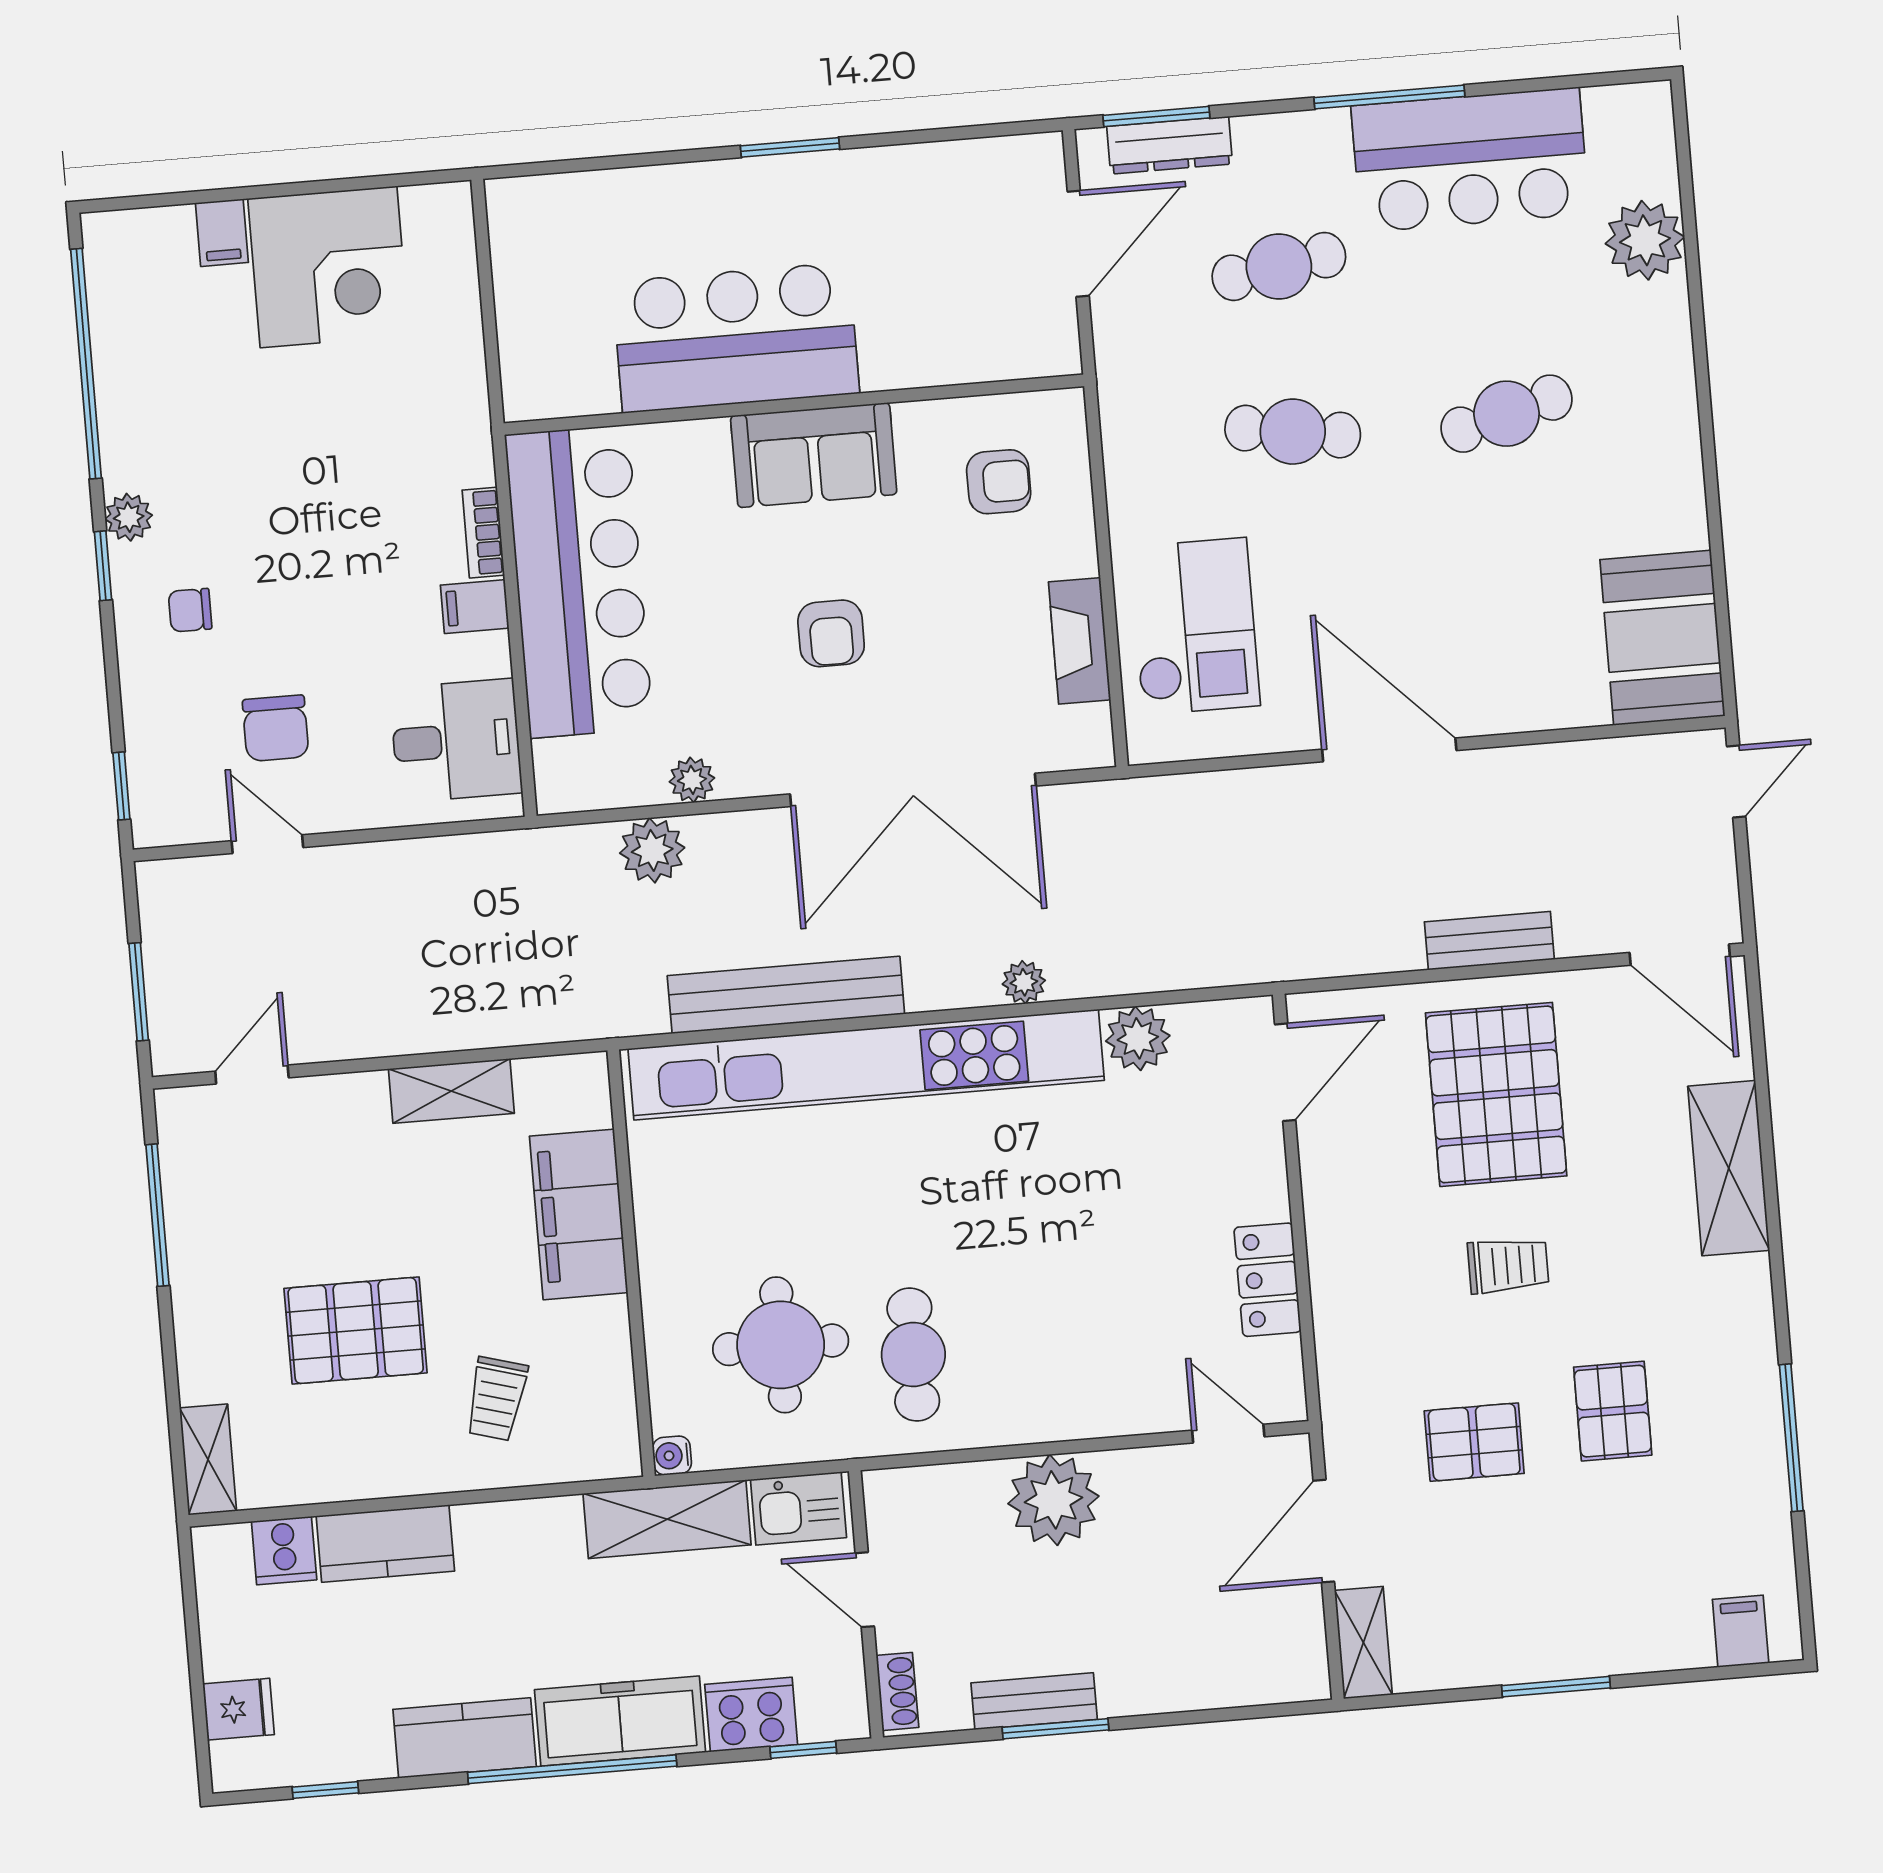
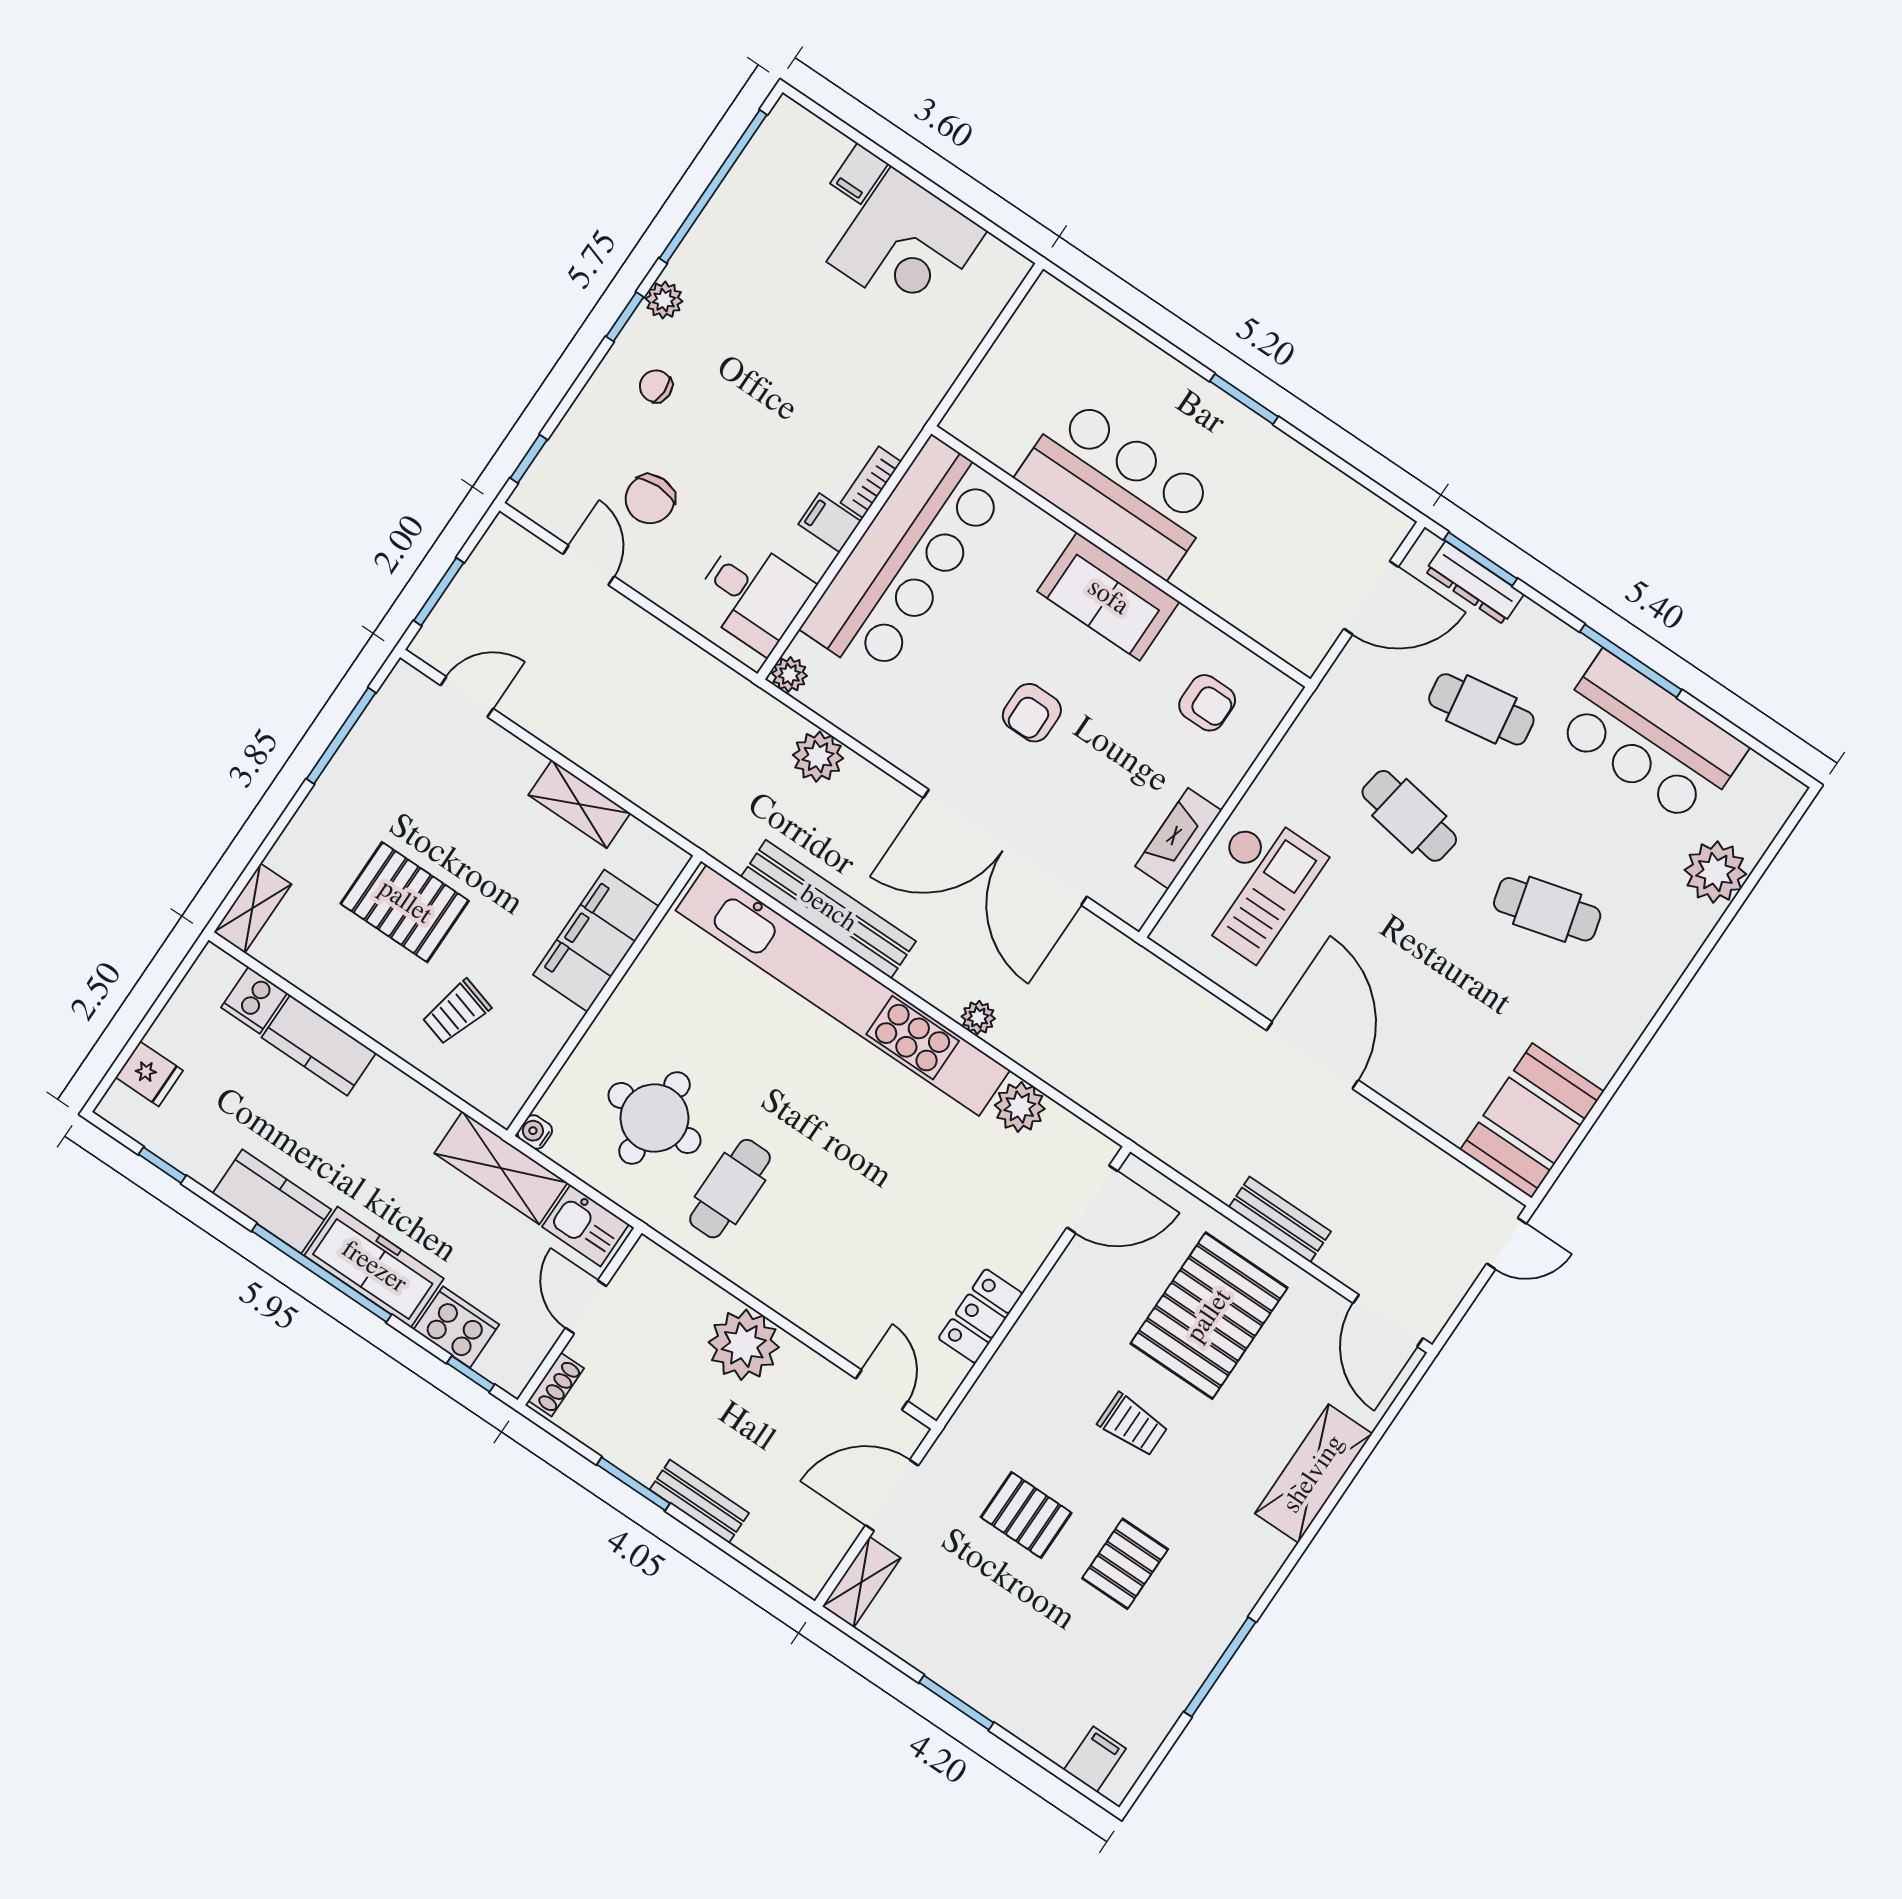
plant: (692, 780) -> (789, 675), moved
bench: (1034, 1701) -> (699, 1501), moved

